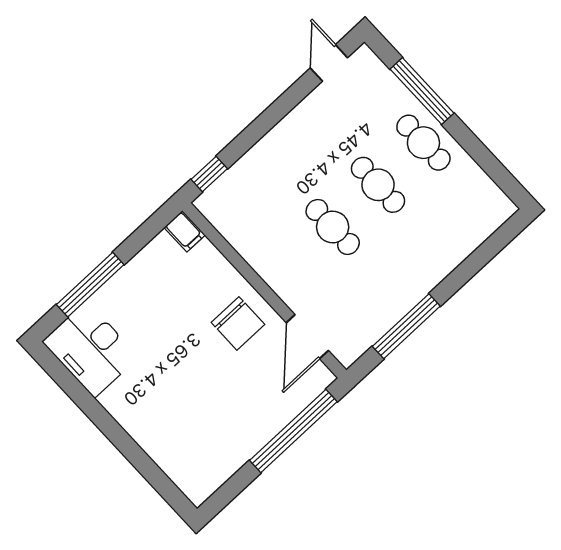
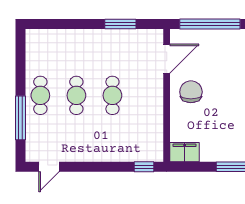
filing cabinet: (185, 231) -> (185, 152), width x2.00
window: (406, 326) -> (120, 24), width x0.69

